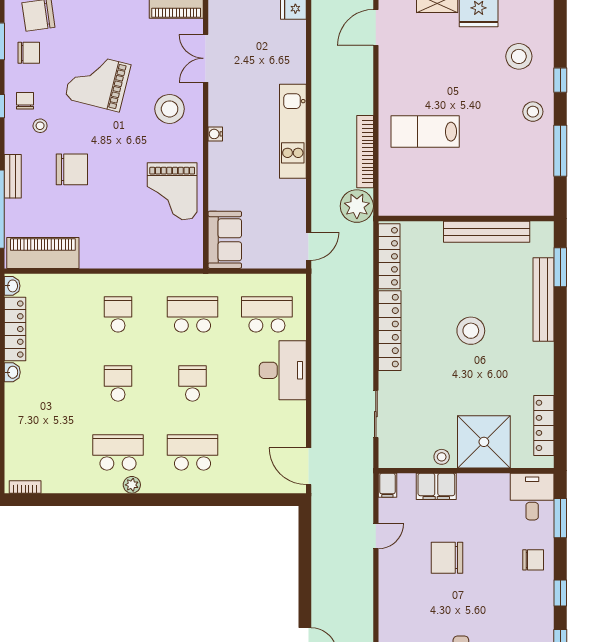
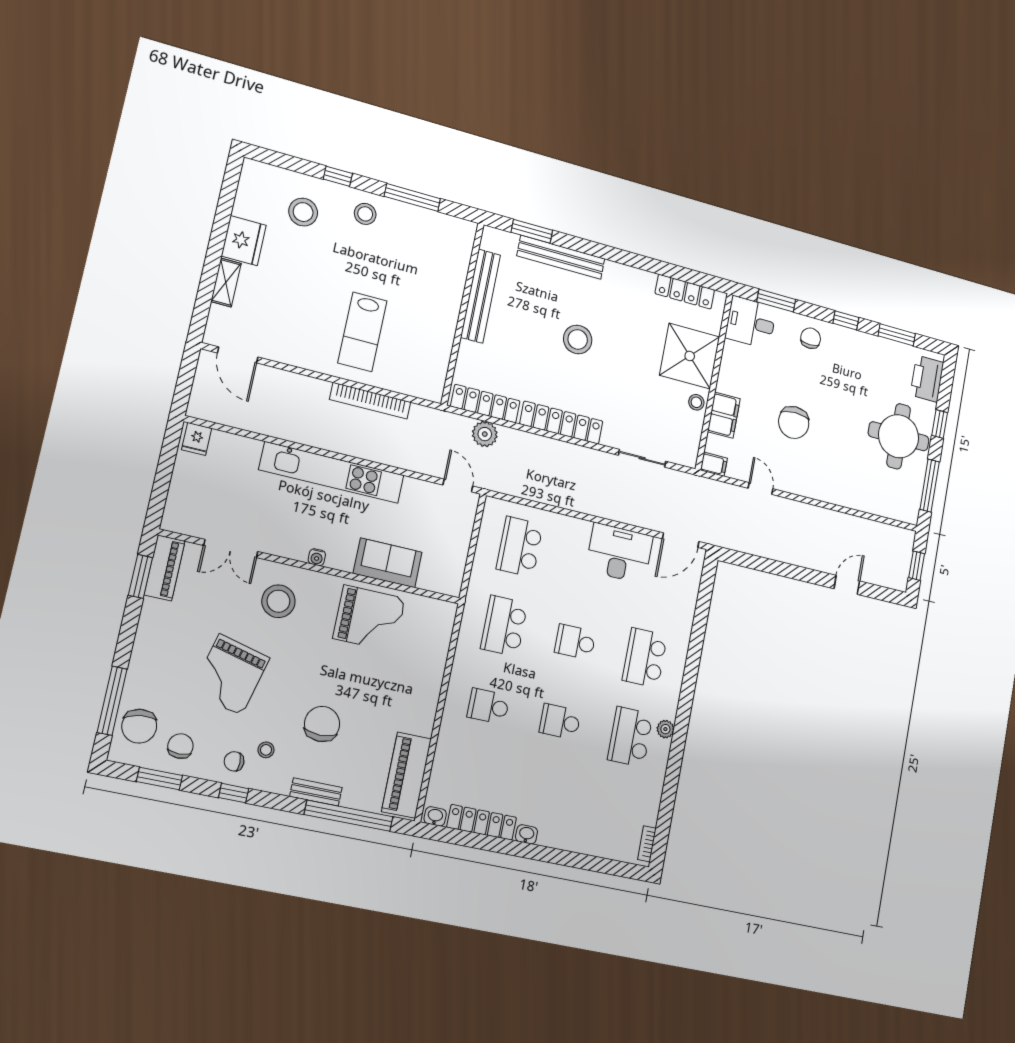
kitchen unit: (293, 131) -> (332, 472), width x1.36
plant: (357, 206) -> (485, 434), moved, width x0.73, depth x0.73
sofa: (225, 240) -> (388, 563), moved
desk: (283, 370) -> (619, 553), moved

